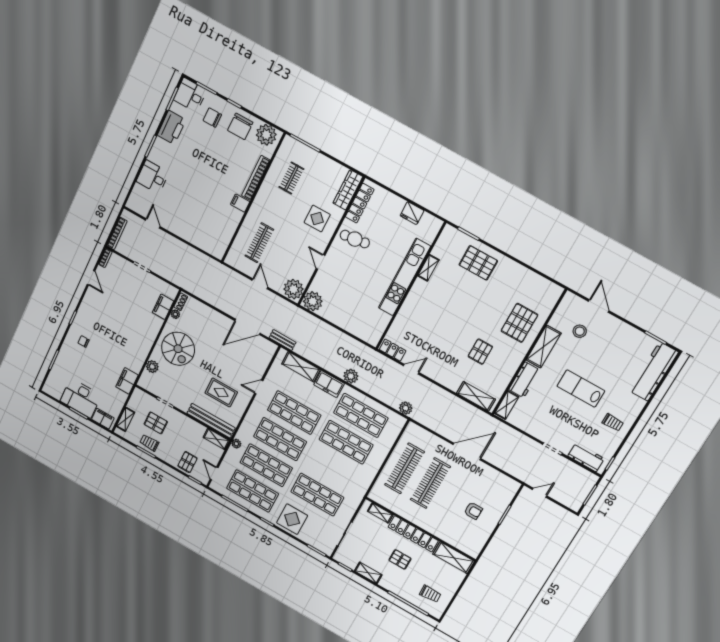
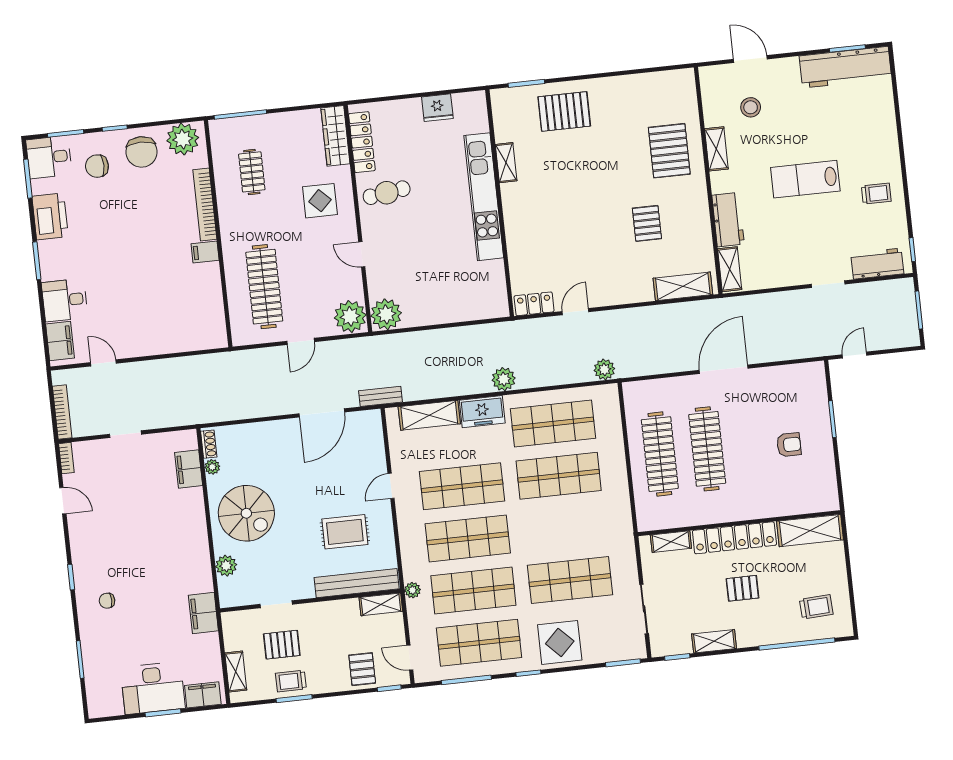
filing cabinet: (138, 196) -> (60, 341), added
clothes rail: (259, 243) -> (264, 287), width x1.37, depth x1.31
door: (260, 284) -> (301, 341), swing flipped
shelving: (544, 347) -> (716, 149), width x0.67, depth x0.75
workbench: (654, 372) -> (845, 67), moved, turned -90

